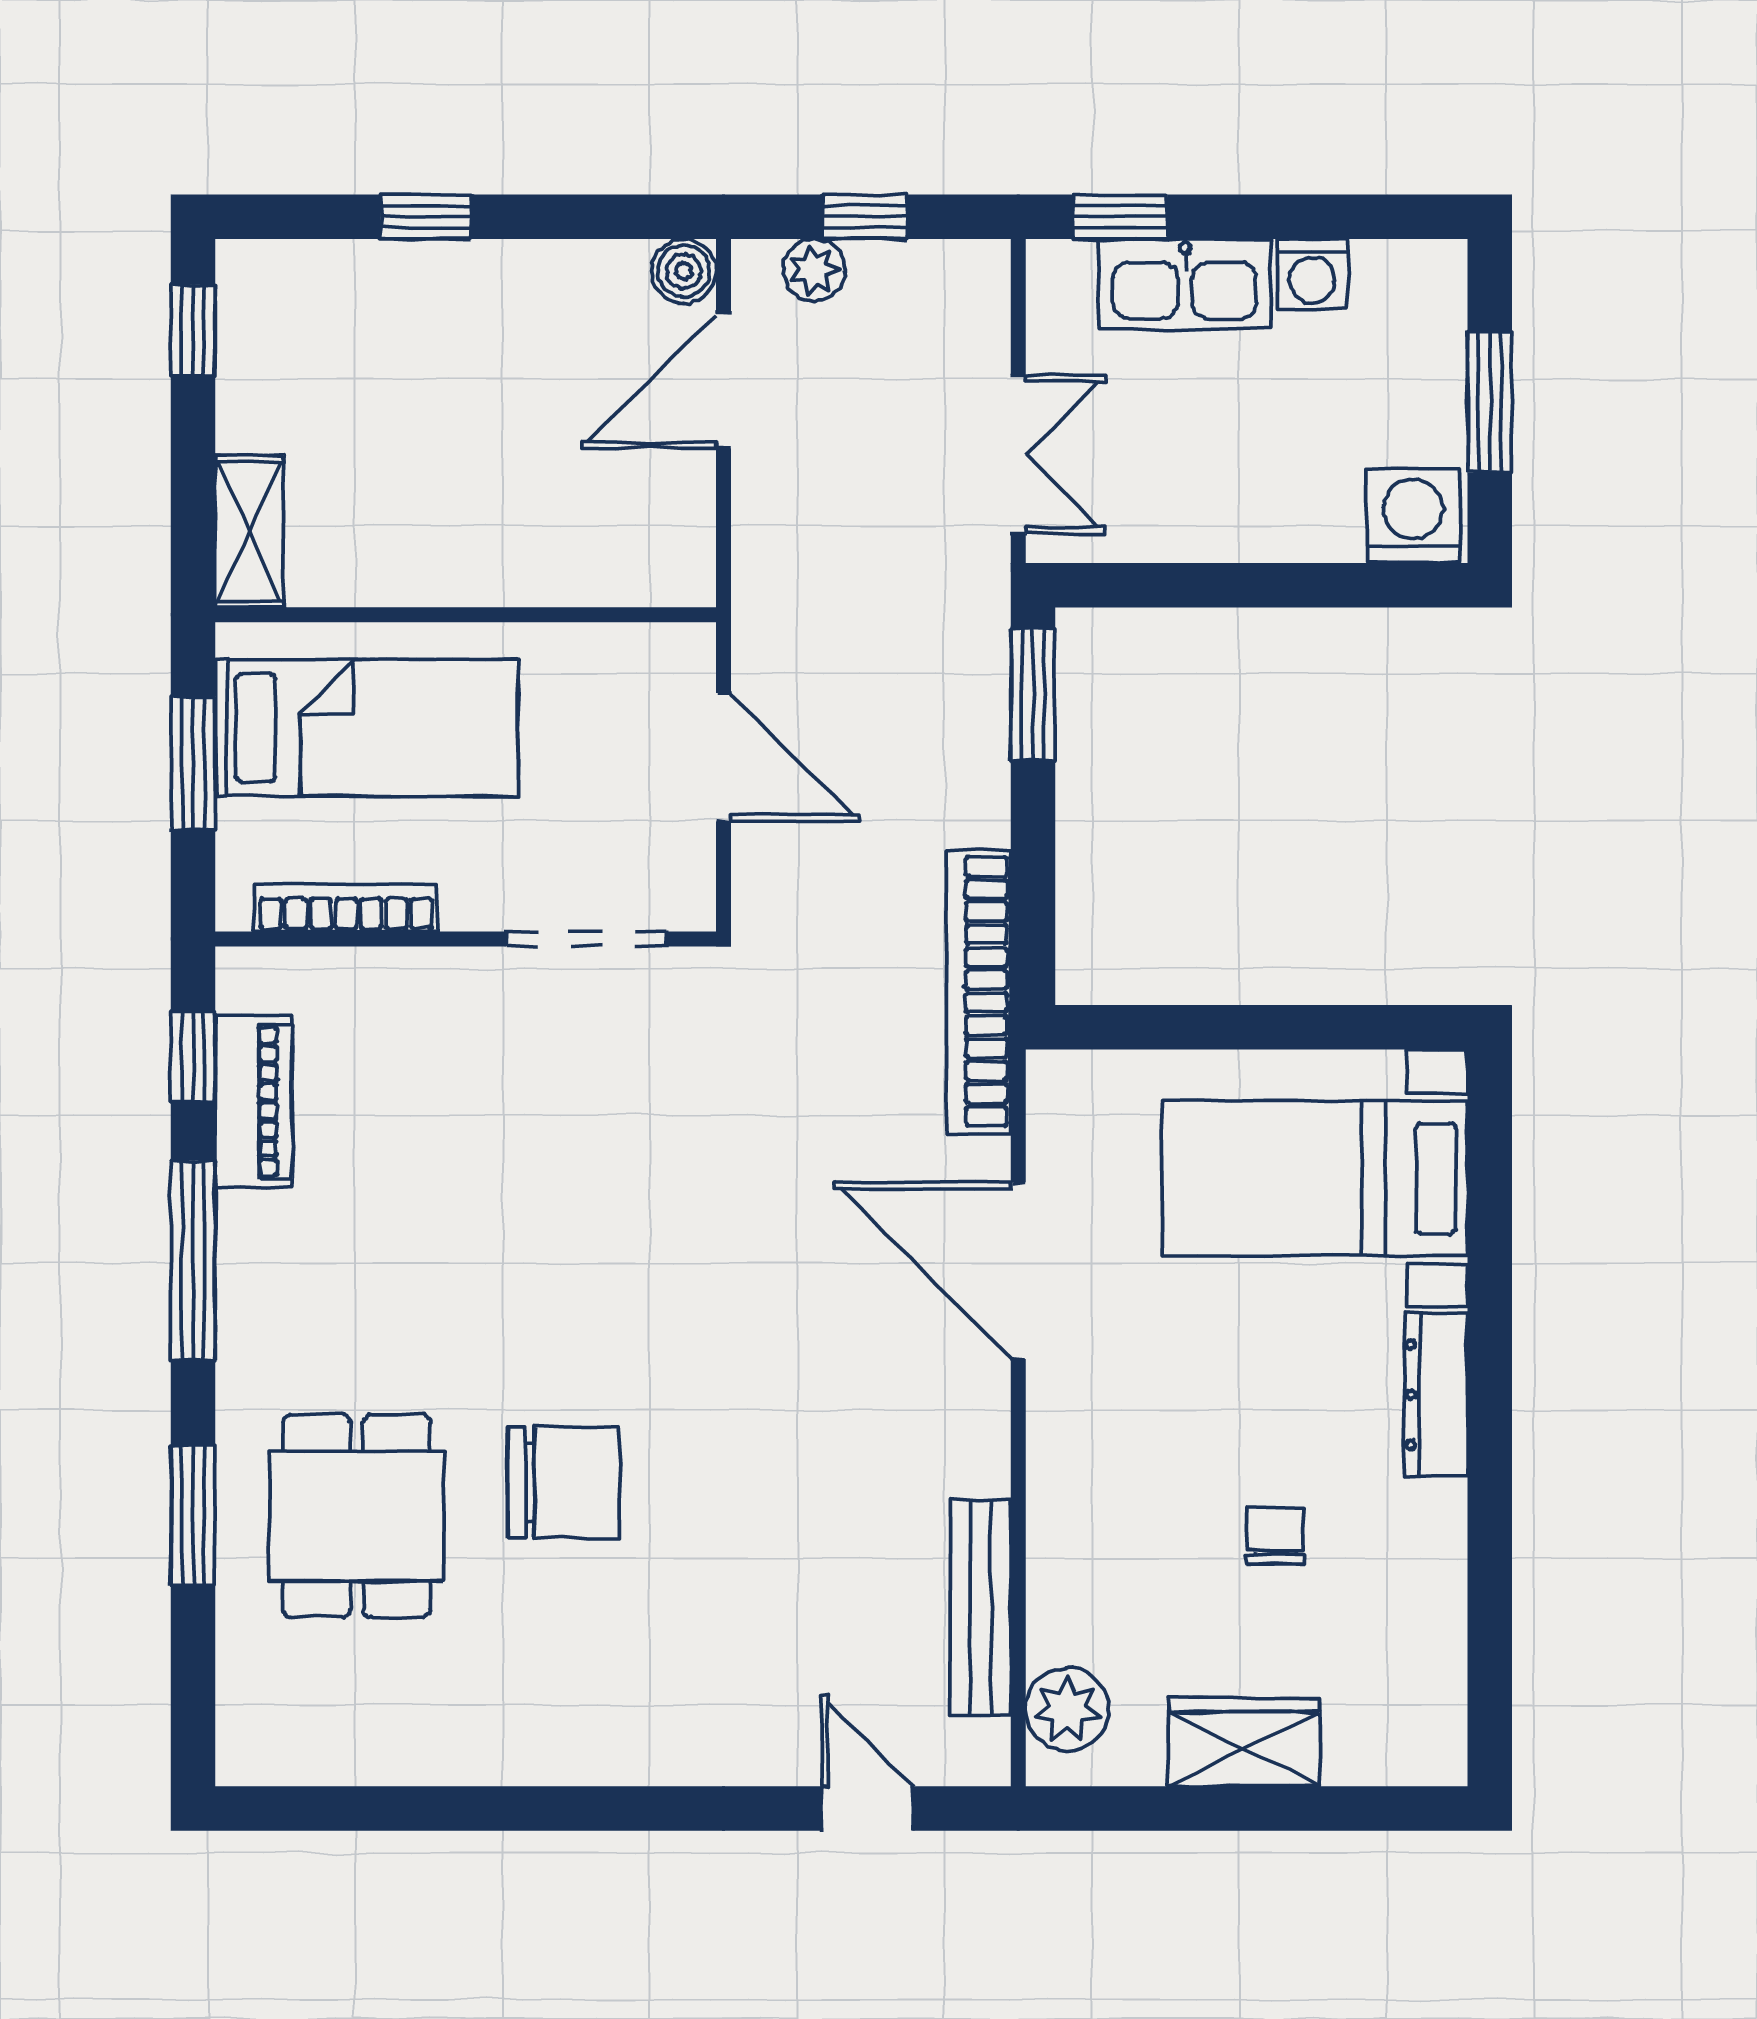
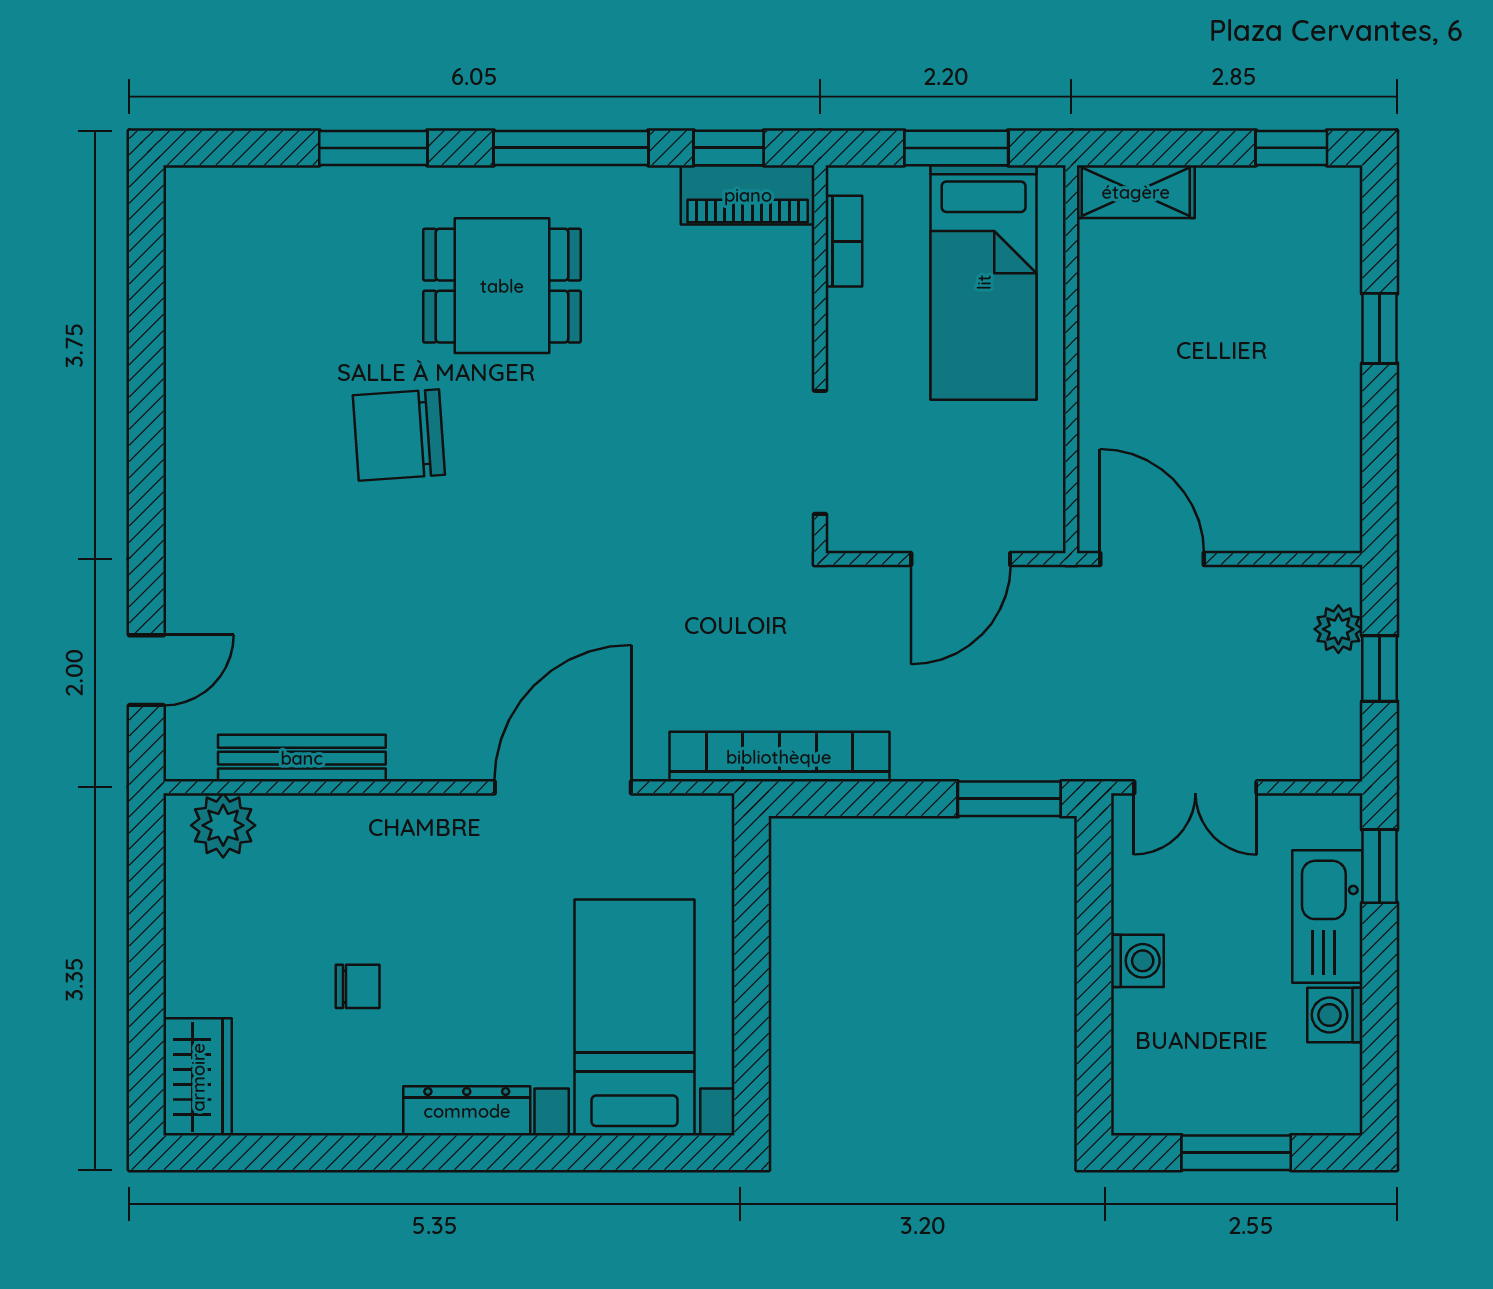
boiler: (684, 271) -> (1337, 528), removed
door: (723, 381) -> (1152, 559), moved
washing machine: (1413, 516) -> (1137, 961), moved, width x0.73, depth x0.73
bookcase: (346, 908) -> (844, 241), width x0.64
piano: (254, 1101) -> (748, 195), moved
chair: (564, 1482) -> (399, 435), turned 86
dining table: (357, 1516) -> (502, 286), moved
wardrobe: (1244, 1742) -> (198, 1077), moved

